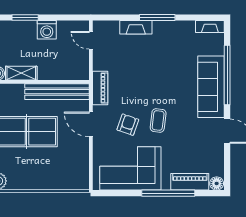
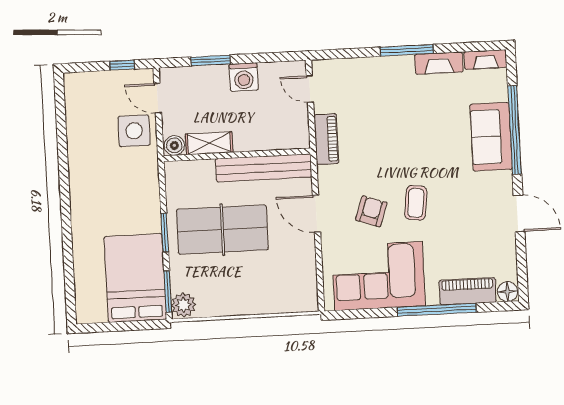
fireplace: (136, 27) -> (439, 63), moved
sofa: (211, 87) -> (491, 137), width x0.73
piano: (100, 88) -> (326, 139), moved

